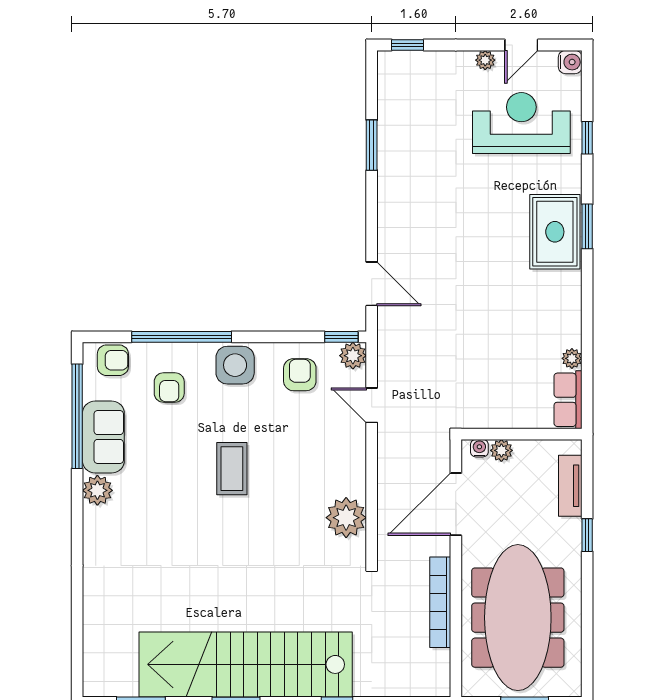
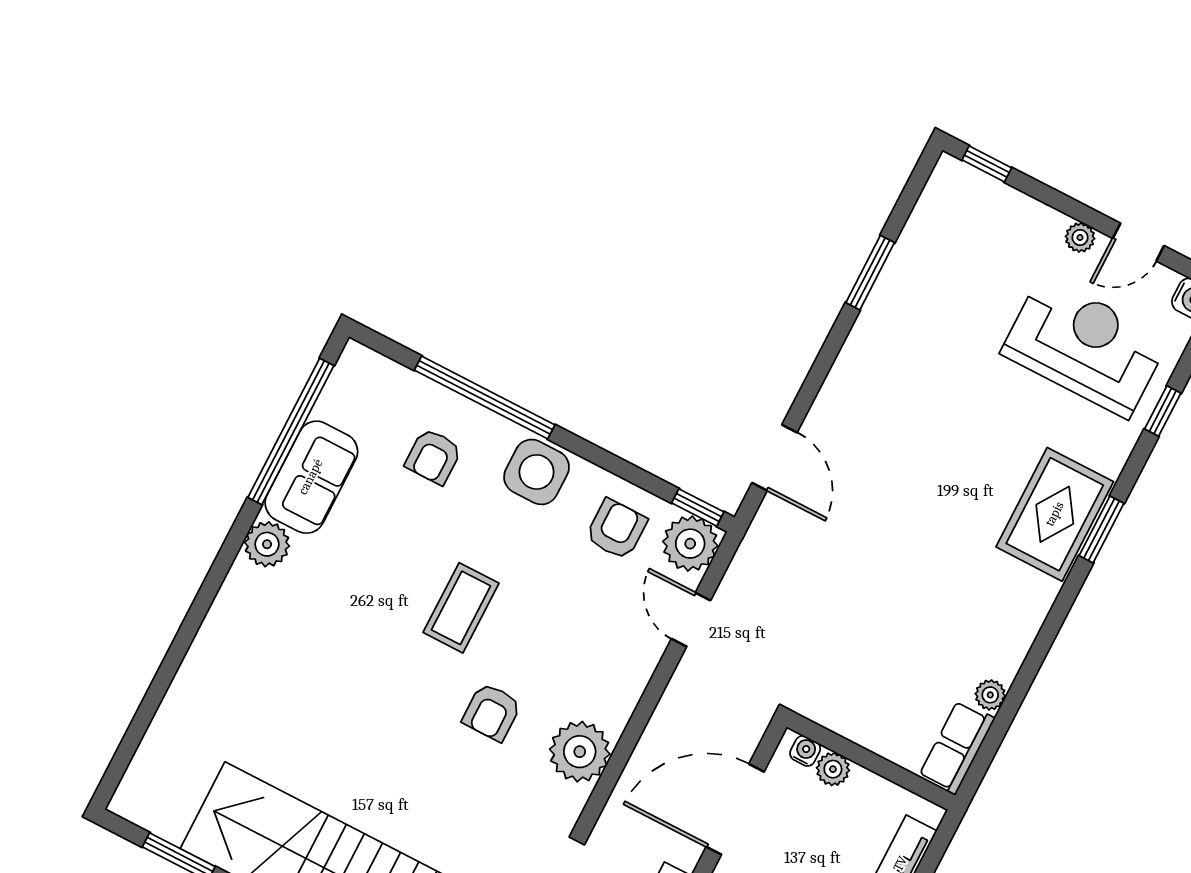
plant: (353, 356) -> (690, 544), width x1.36, depth x1.36
armchair: (113, 360) -> (492, 712), moved, turned 90

